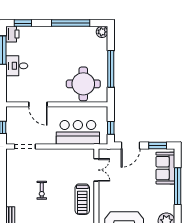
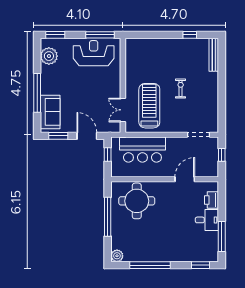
printer: (12, 34) -> (212, 200), moved
door: (38, 104) -> (185, 179), hinge flipped
door: (131, 145) -> (87, 136), hinge flipped
treadmill: (82, 199) -> (149, 106), moved, width x1.37, depth x1.38

